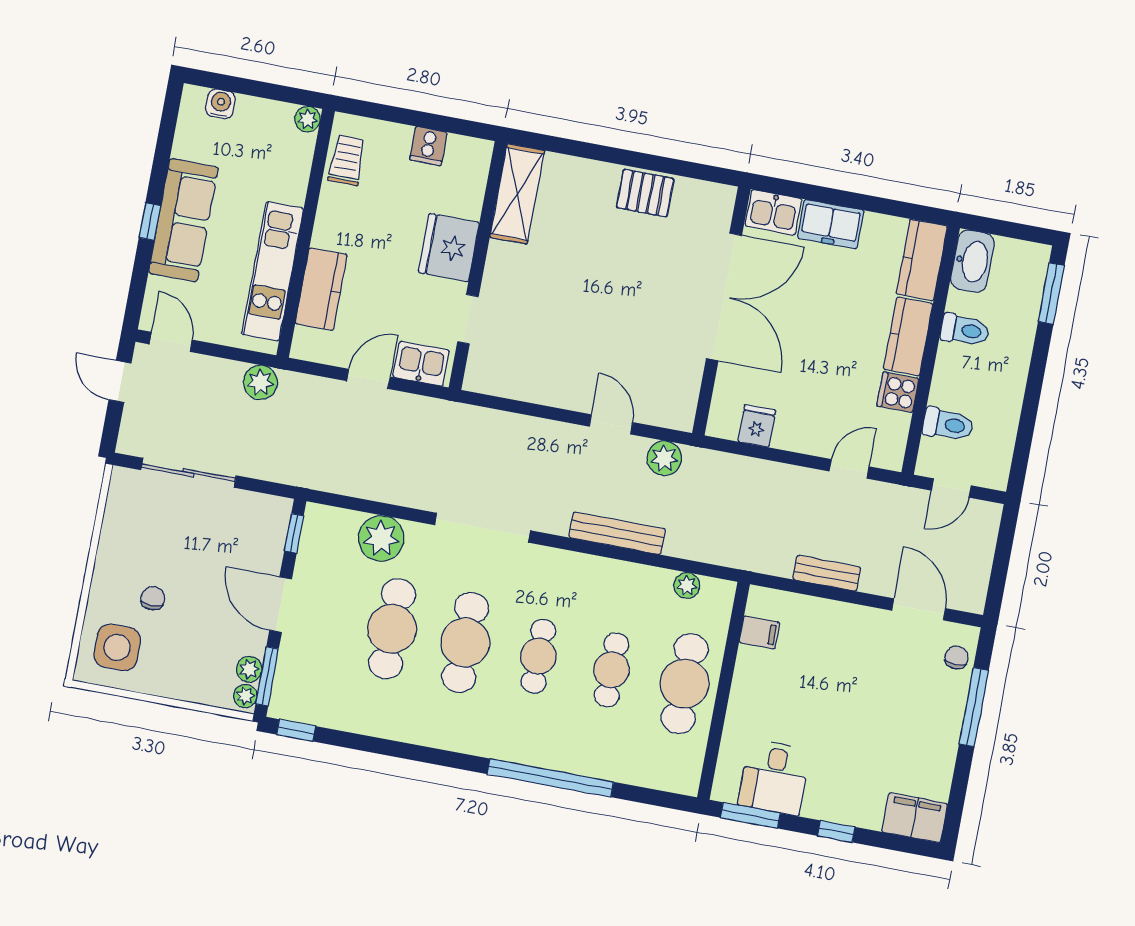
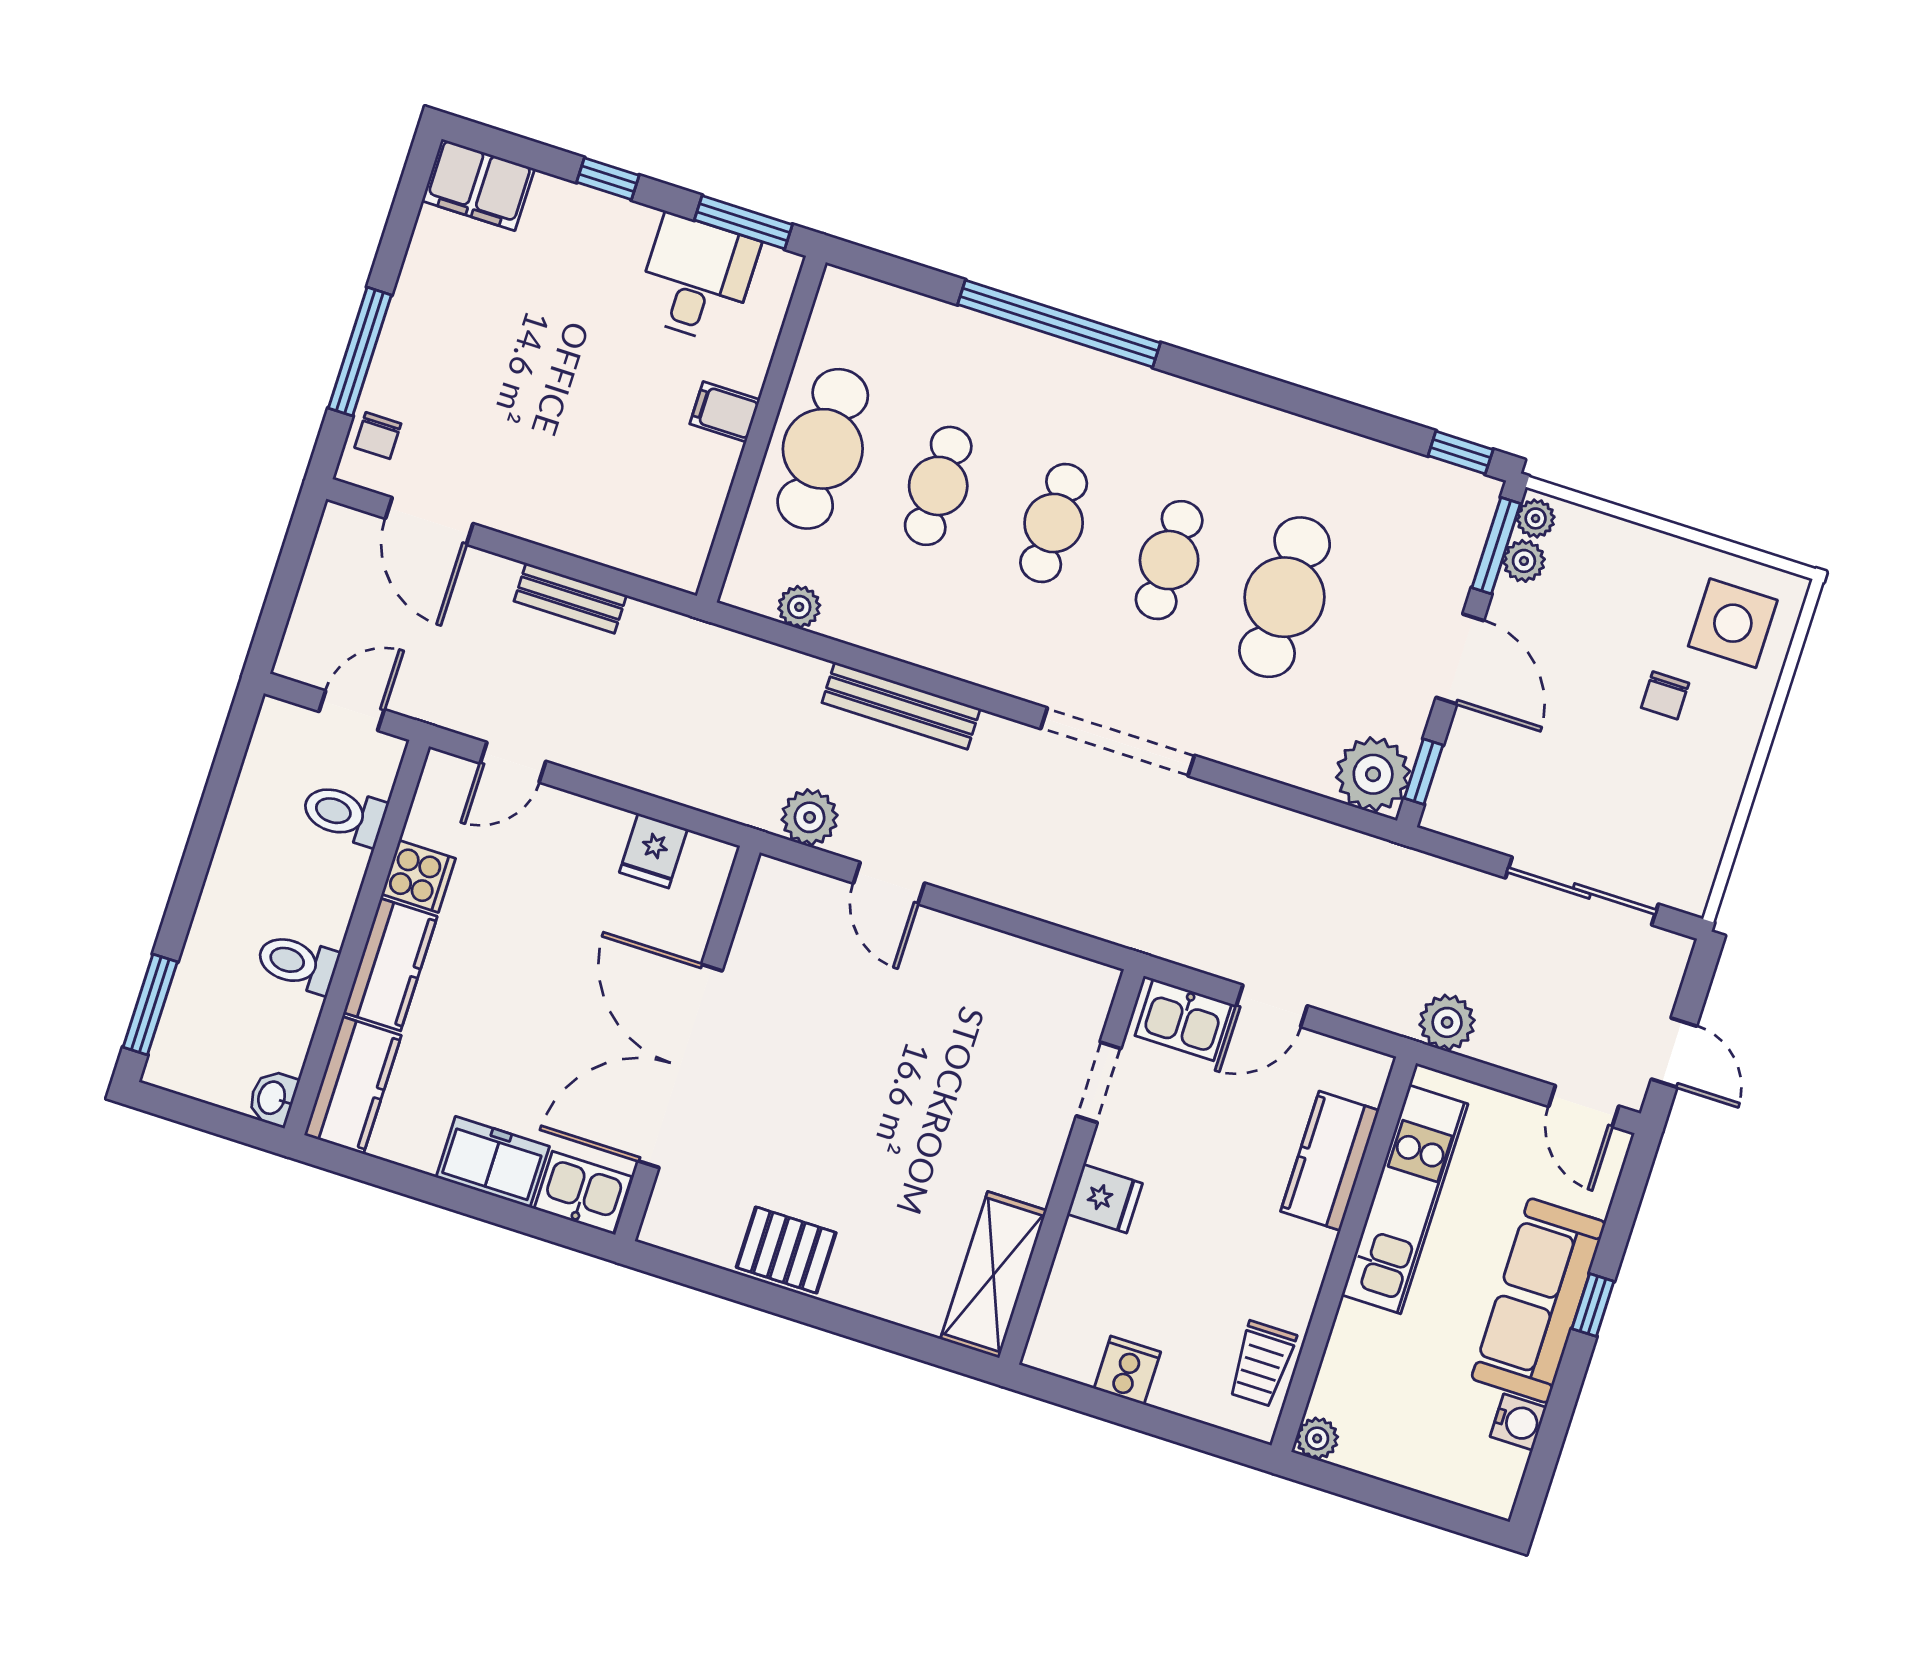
water cooler: (221, 104) -> (1518, 1422), moved, turned -90
fridge: (449, 248) -> (1105, 1199), width x0.53, depth x0.75
washbasin: (972, 261) -> (273, 1098), width x0.52, depth x0.69
plant: (381, 538) -> (1373, 774), moved
filing cabinet: (759, 632) -> (725, 412), moved
cafe table: (465, 642) -> (1169, 560), width x0.73, depth x0.74

